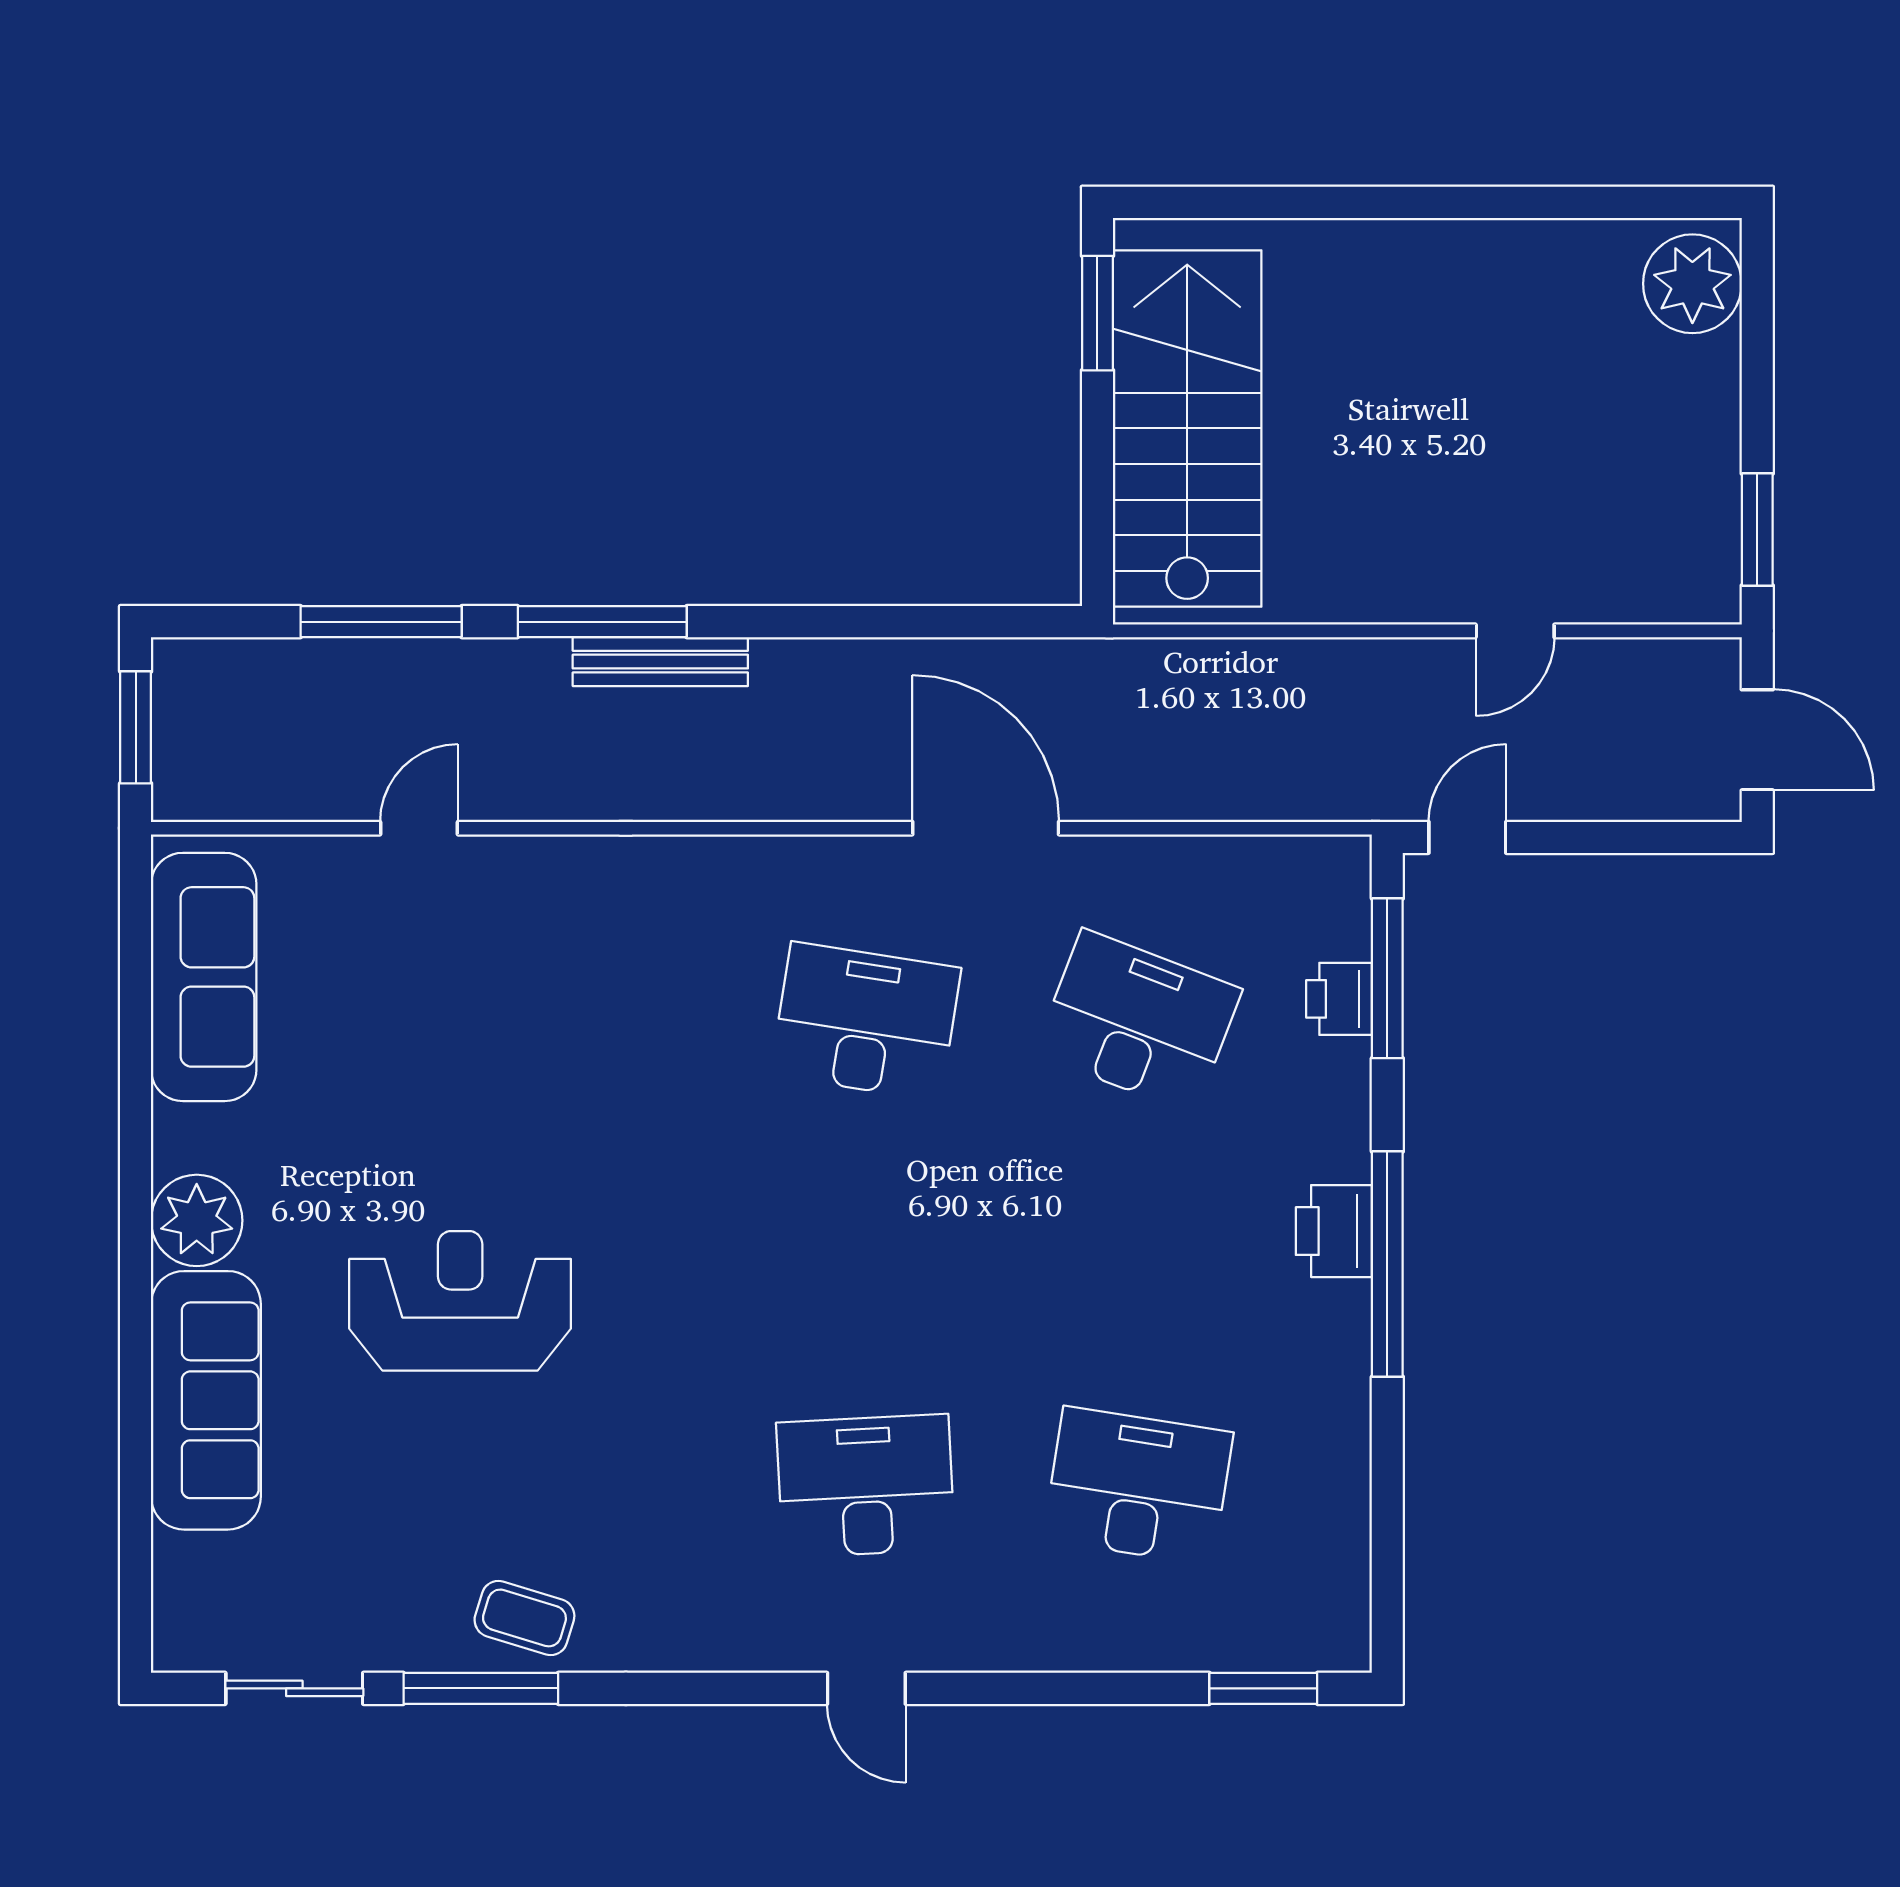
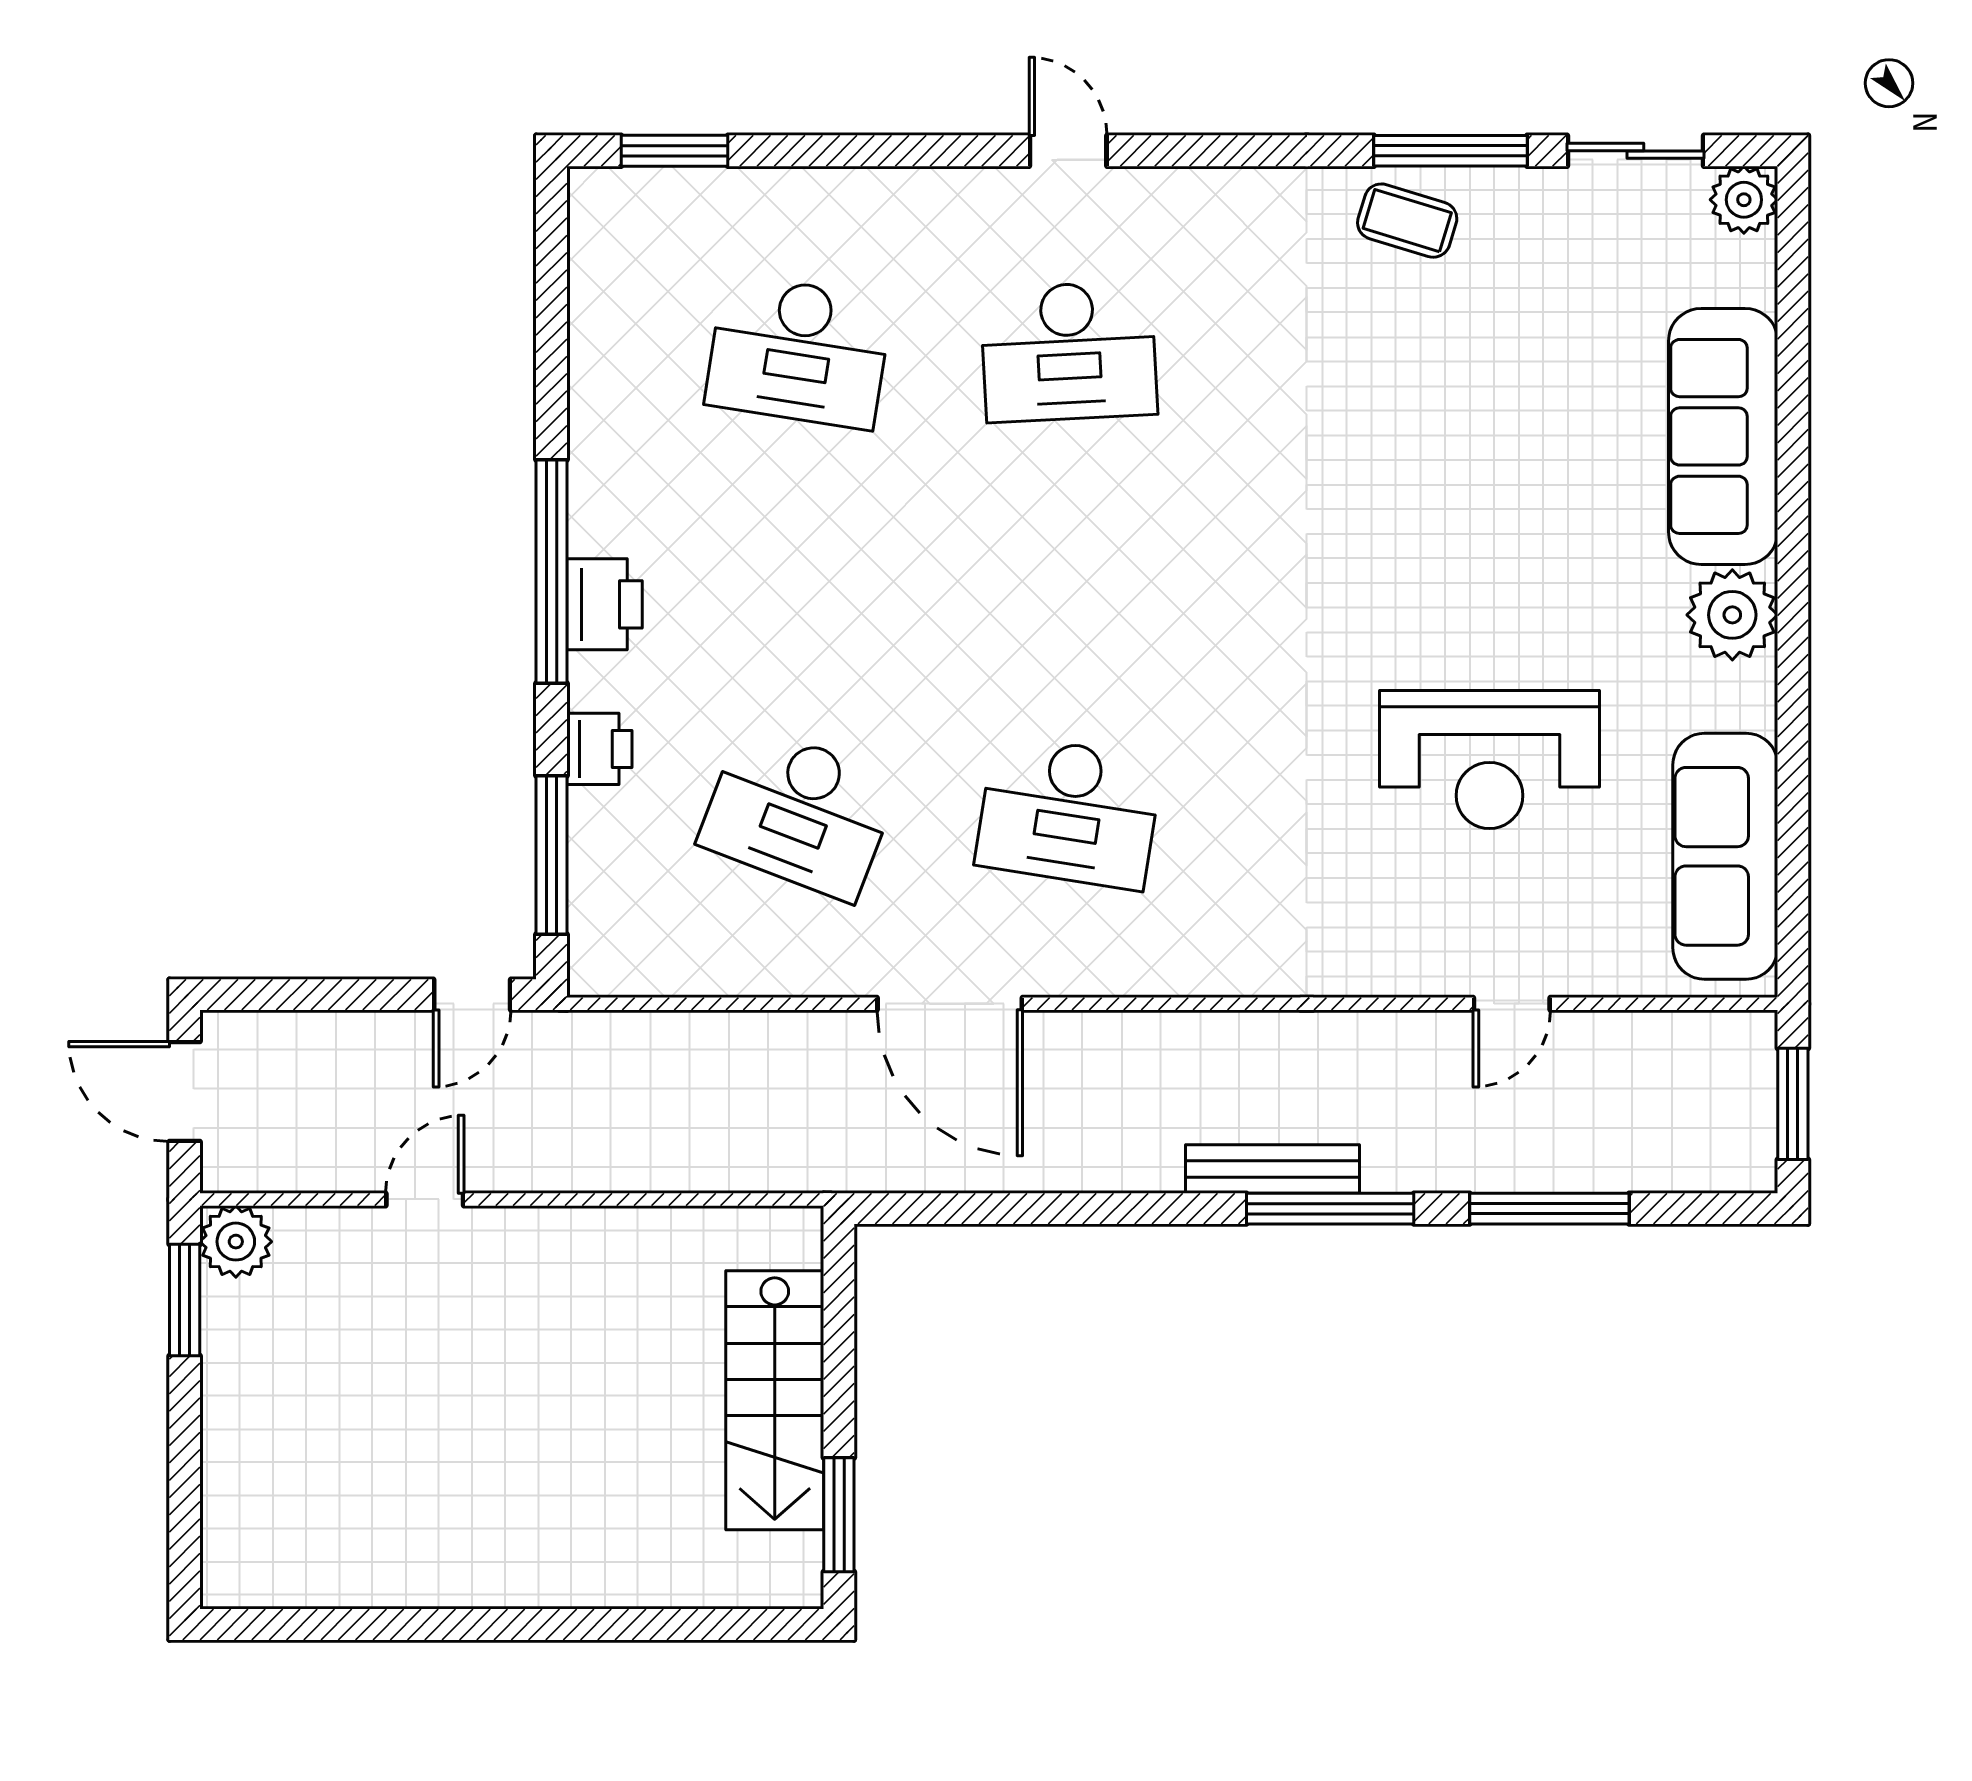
plant: (1692, 284) -> (236, 1242), moved, width x0.73, depth x0.73
stairs: (1187, 428) -> (775, 1400), width x0.73, depth x0.66
printer: (1339, 999) -> (599, 749), moved
reception desk: (460, 1301) -> (1489, 760), moved
plant: (185, 1639) -> (1744, 200), added

